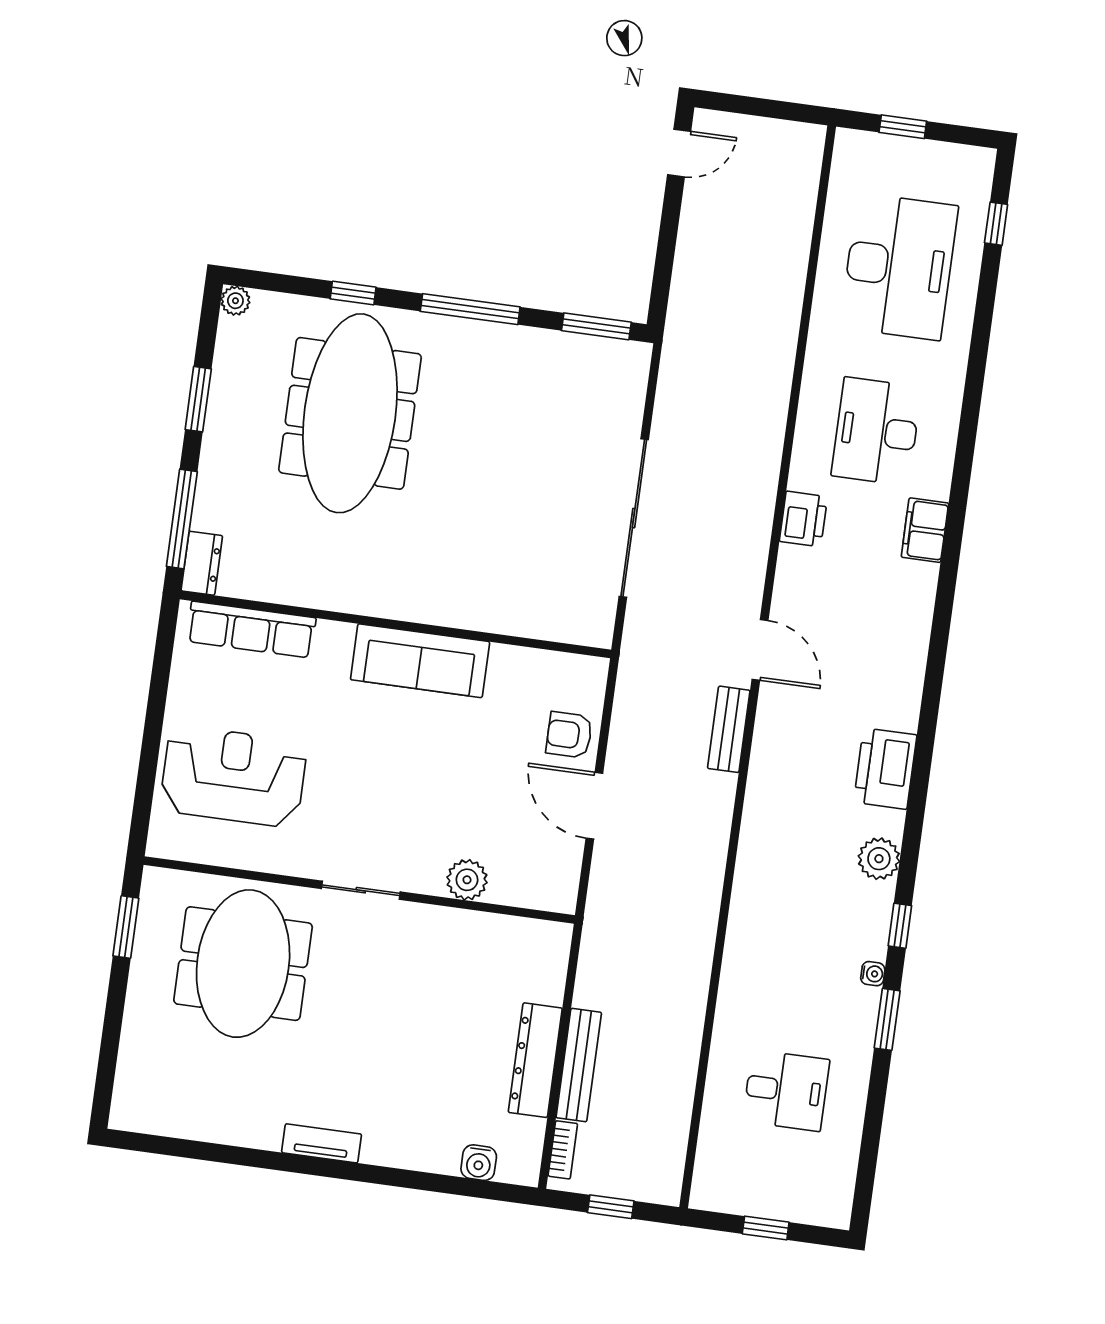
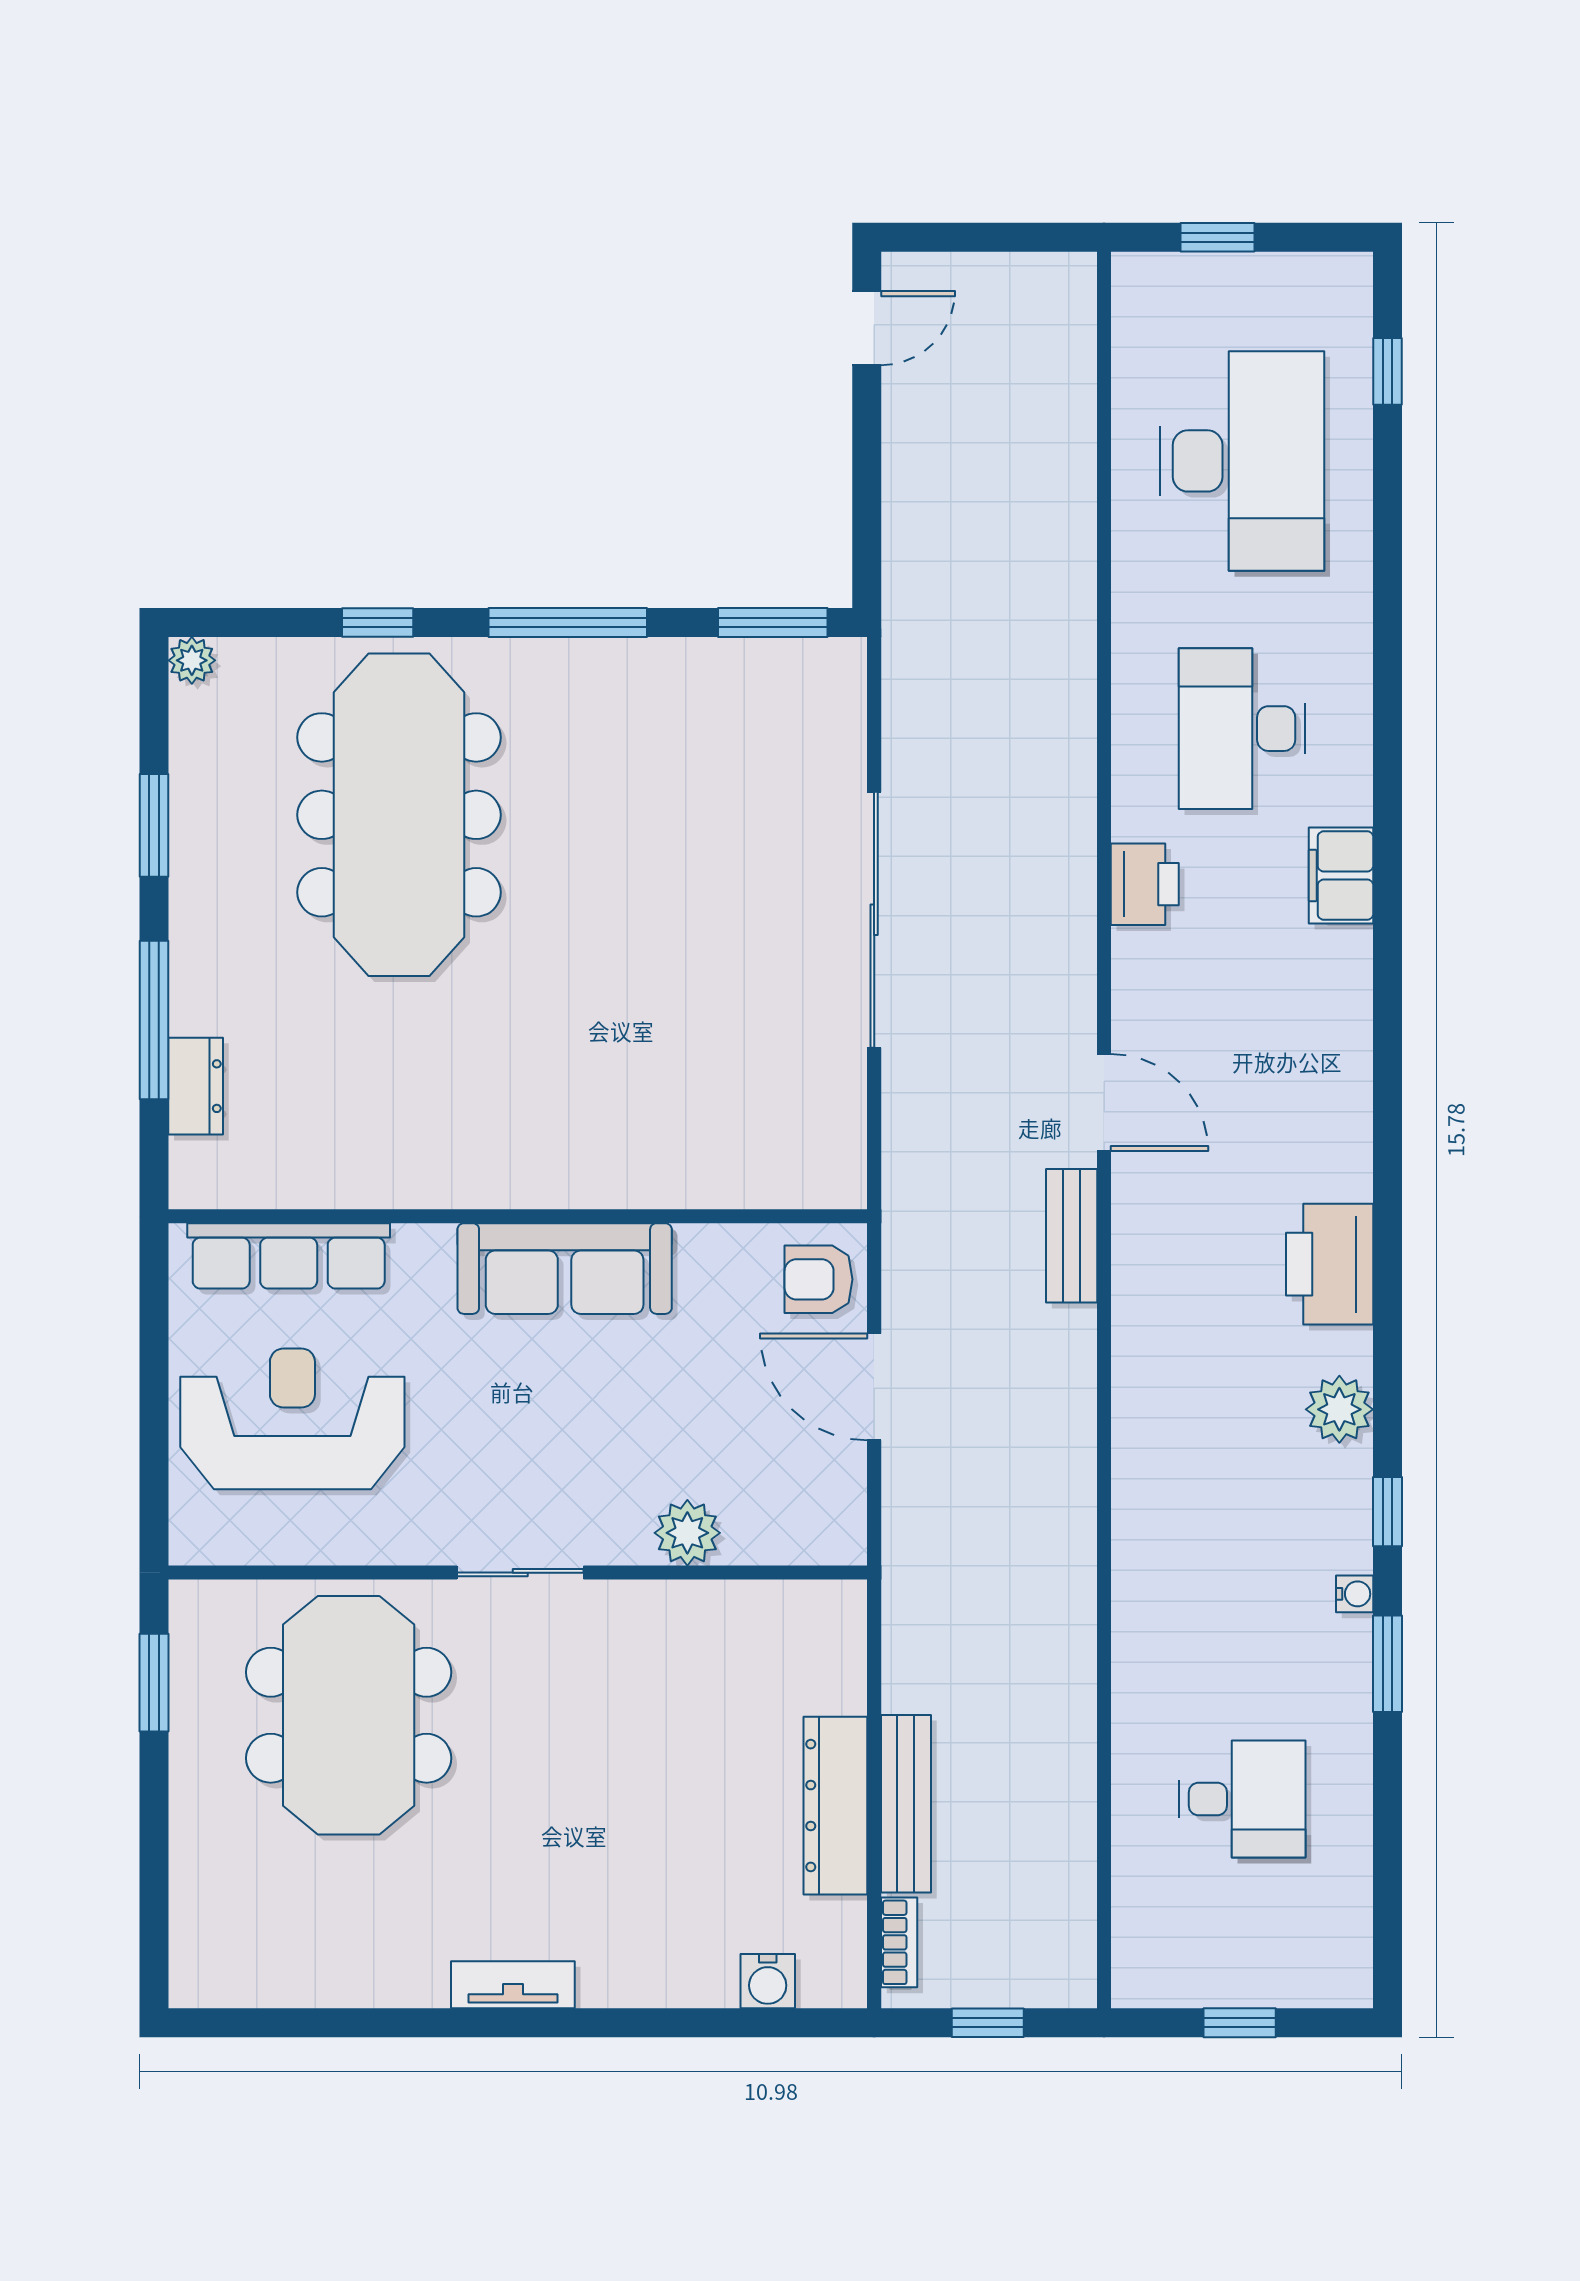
wall: (396, 625) -> (518, 1216), moved
row of seats: (251, 630) -> (289, 1256), moved
sofa: (420, 661) -> (565, 1269), moved

